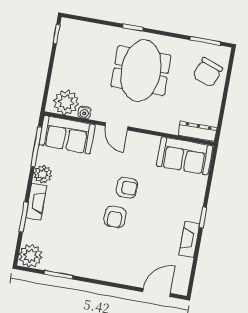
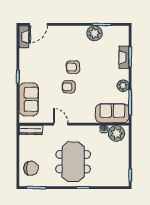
chair: (208, 72) -> (31, 168), turned 70
door: (116, 126) -> (61, 124), moved
sofa: (185, 156) -> (29, 99), moved, turned 90
fireplace: (36, 202) -> (124, 57), moved
armchair: (115, 217) -> (73, 67), turned -90
fireplace: (189, 239) -> (24, 37), moved
plant: (31, 256) -> (95, 33), moved

